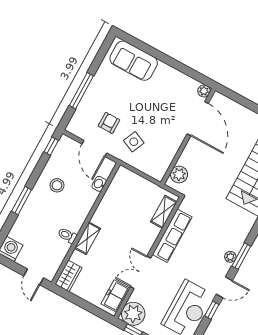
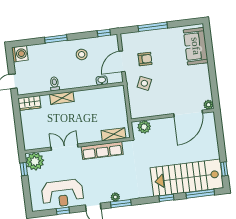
freezer: (115, 296) -> (38, 142), removed
window: (212, 310) -> (63, 211), moved

